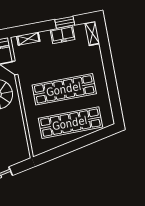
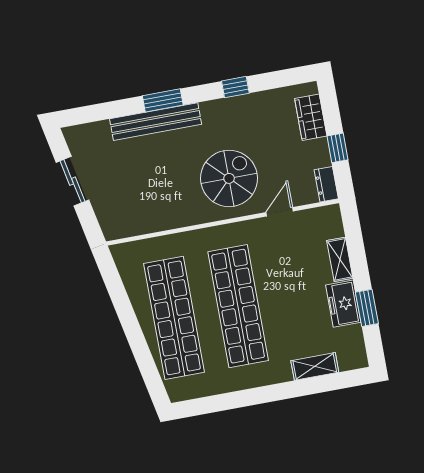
shelving: (92, 33) -> (315, 366), moved
shelving: (28, 39) -> (340, 259), moved

